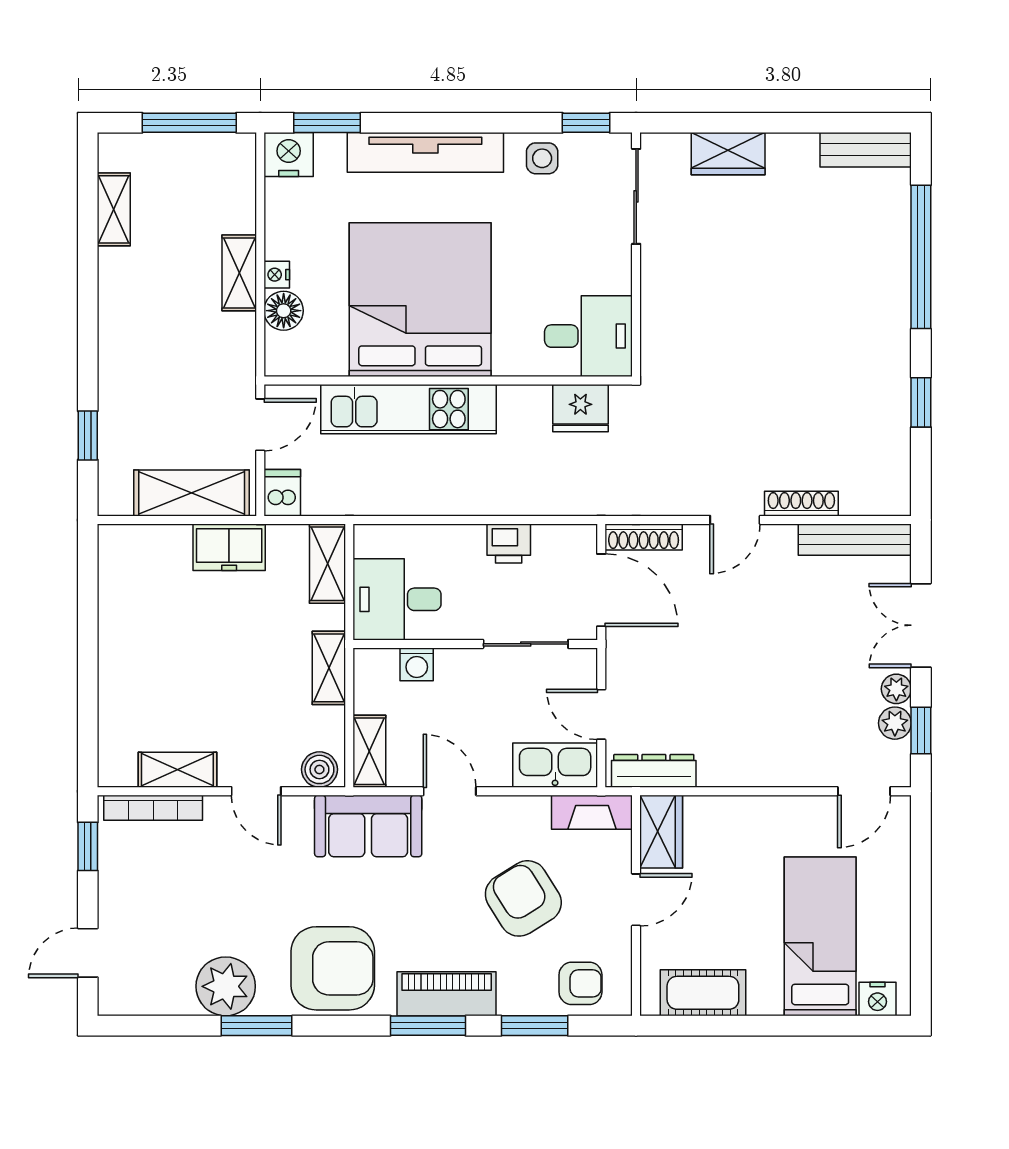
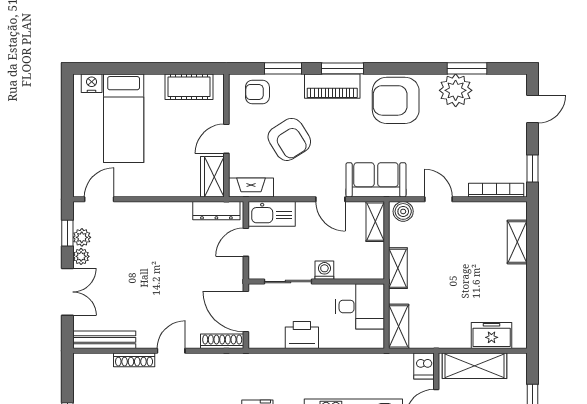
printer: (509, 543) -> (302, 335), width x1.36, depth x1.24
freezer: (229, 547) -> (492, 336), moved
washing machine: (417, 664) -> (324, 270), moved
door: (601, 714) -> (246, 242), swing flipped
shelving: (177, 770) -> (517, 242), moved, turned 90
window: (257, 1026) -> (467, 68), moved

